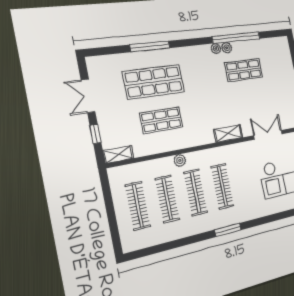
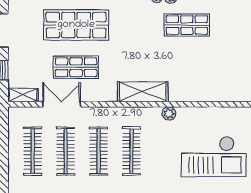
shelving: (228, 133) -> (143, 92), width x1.50, depth x1.33
double door: (268, 135) -> (62, 104), moved
plant: (180, 160) -> (169, 113), moved

